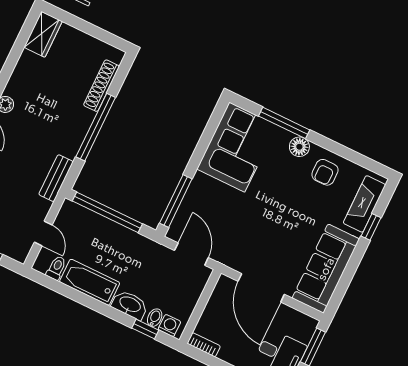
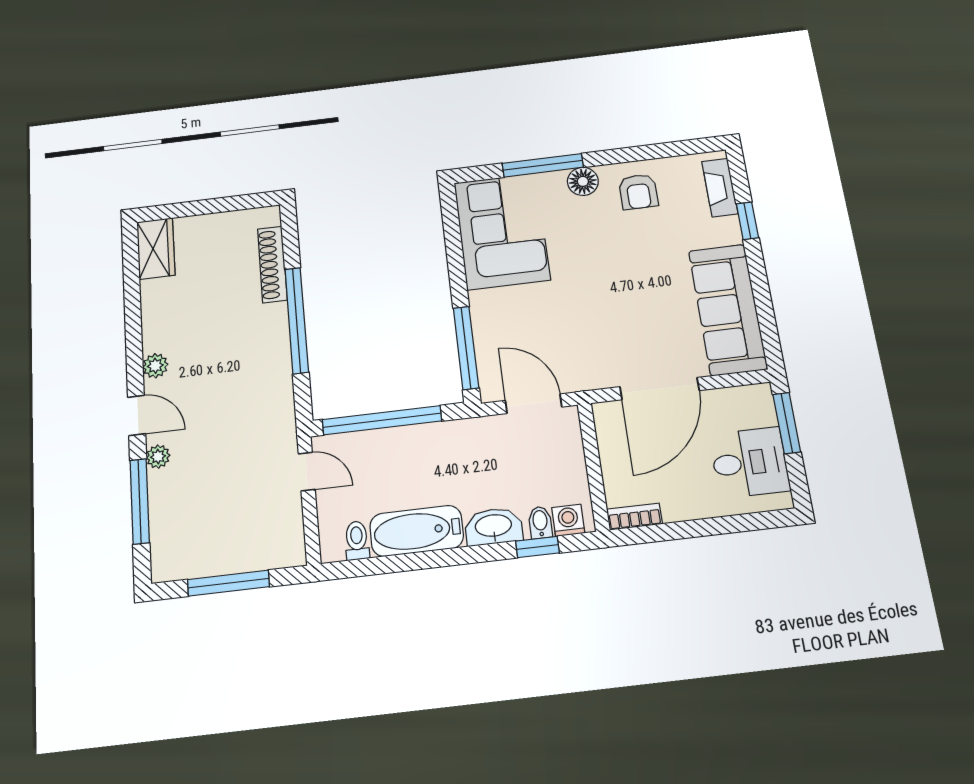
bench: (56, 178) -> (282, 419), removed
fireplace: (364, 204) -> (720, 188), width x0.73, depth x0.76
door: (43, 234) -> (307, 472), moved
door: (261, 288) -> (660, 389), hinge flipped

